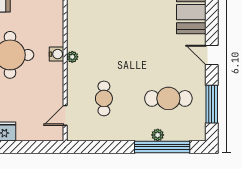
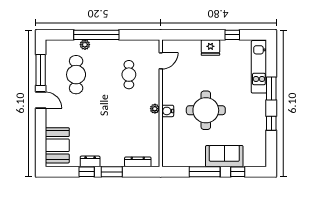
door: (212, 55) -> (41, 100), moved
cafe table: (168, 98) -> (76, 75), turned 90
window: (162, 147) -> (96, 35), moved

